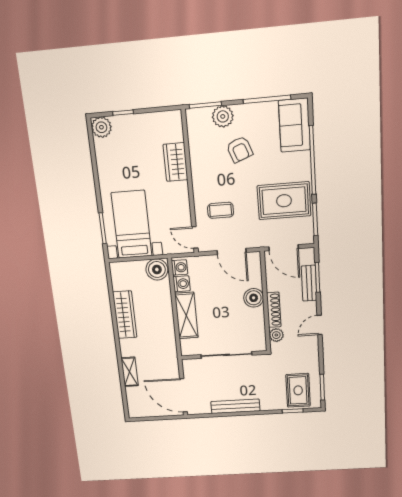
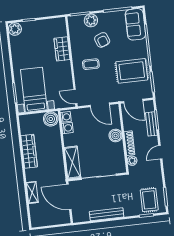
coffee table: (221, 210) -> (91, 64), moved
shelving: (186, 316) -> (72, 162), moved
door: (184, 395) -> (69, 197), moved

